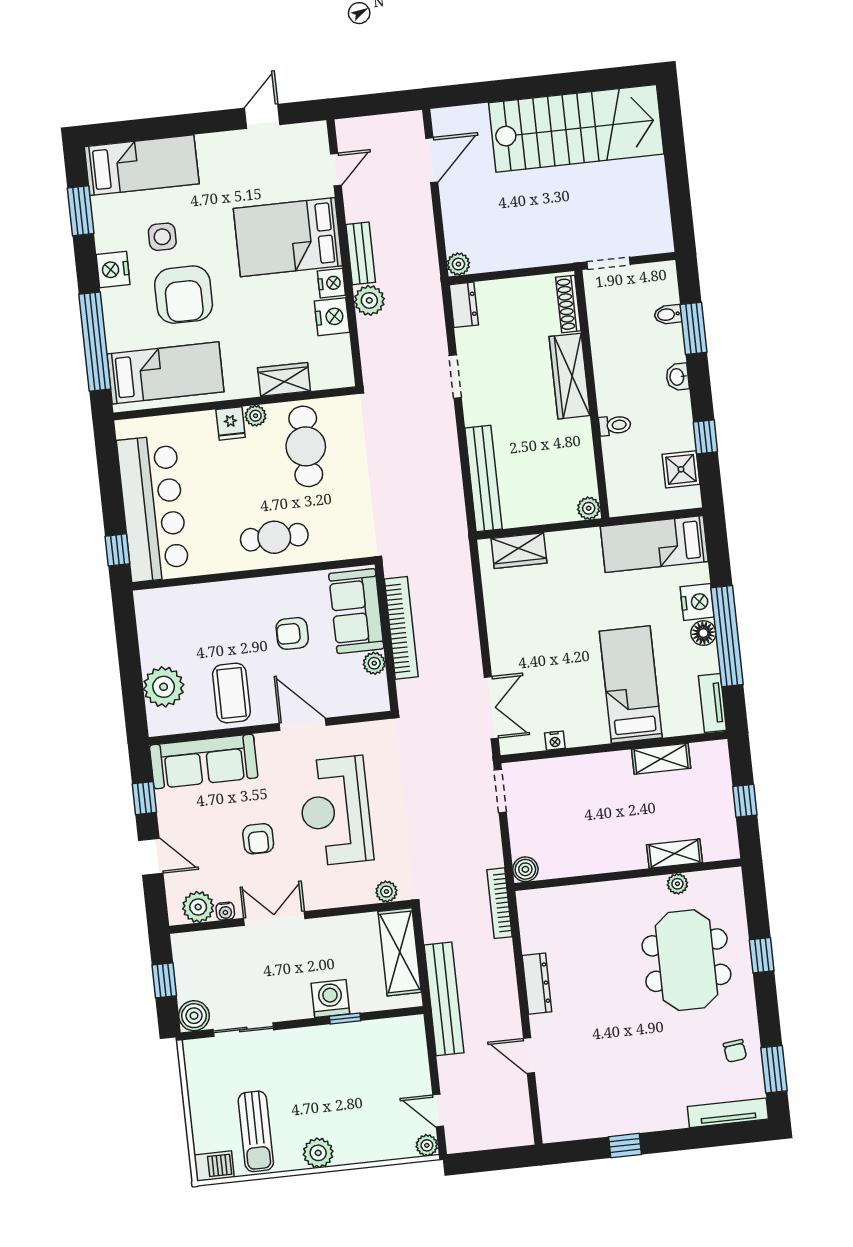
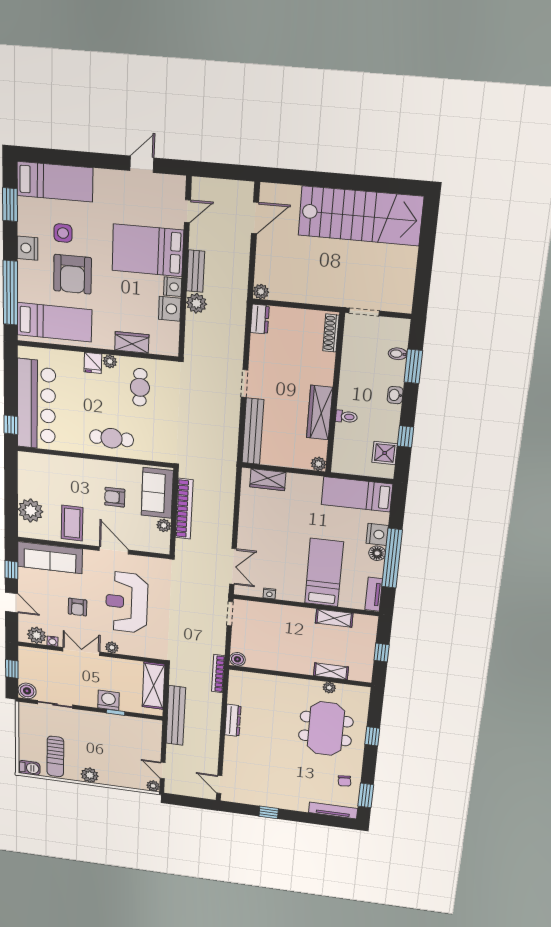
doorway: (455, 376) -> (244, 384), moved
wardrobe: (570, 376) -> (320, 413), moved
cafe table: (306, 446) -> (140, 387), width x0.73, depth x0.74
plant: (386, 892) -> (112, 647), moved
door: (529, 1056) -> (219, 784), moved

